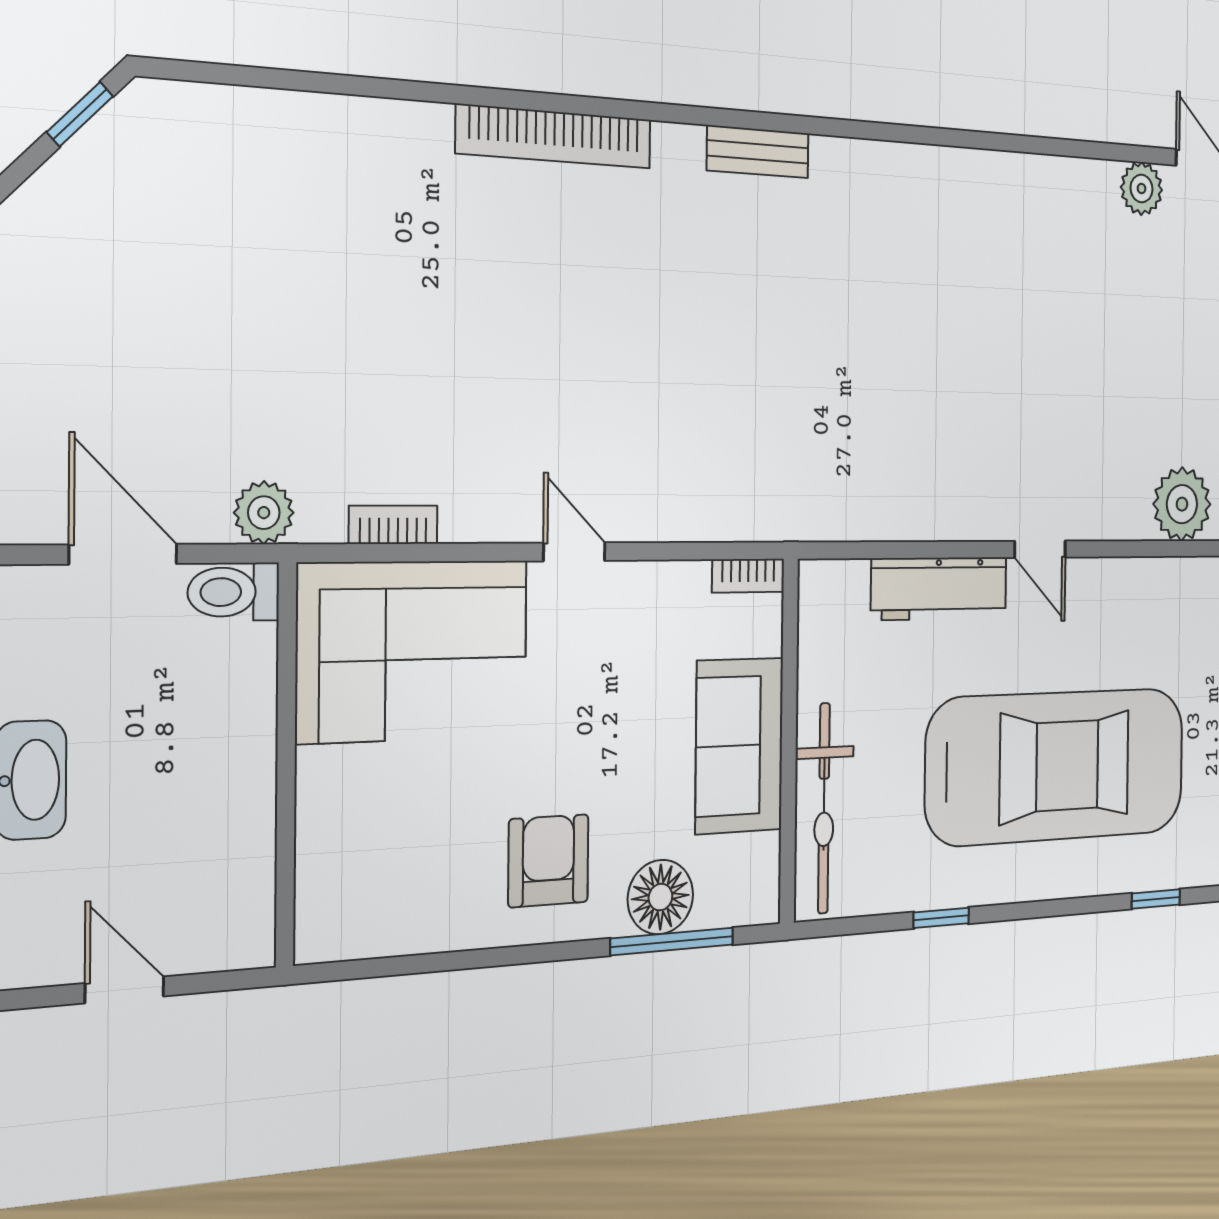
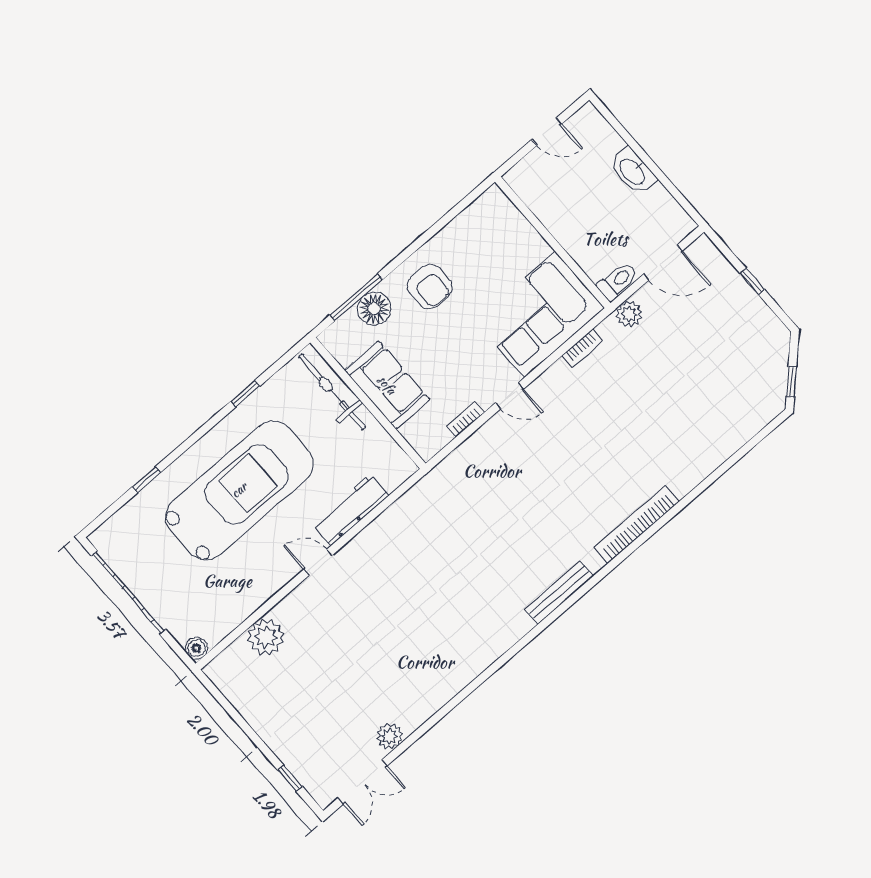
bench: (758, 152) -> (559, 593), width x1.36
bookcase: (748, 576) -> (465, 419), moved
car: (1057, 766) -> (239, 490), turned 180

